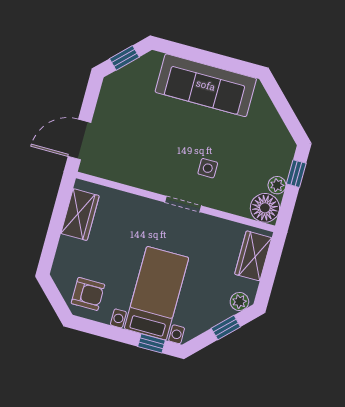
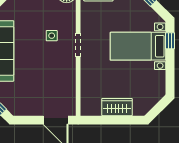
wardrobe: (80, 215) -> (117, 107), moved
armchair: (88, 294) -> (150, 89), removed

